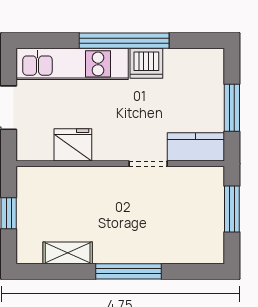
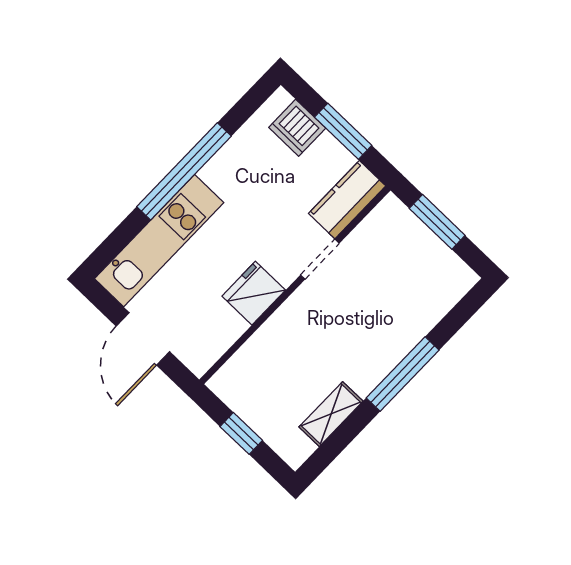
dishwasher: (146, 63) -> (297, 128), moved, turned 90
fridge: (73, 145) -> (254, 293), moved

